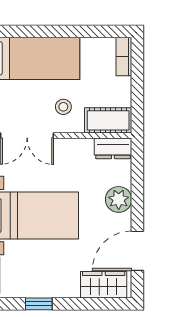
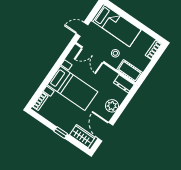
door: (137, 251) -> (105, 132), hinge flipped
window: (39, 304) -> (61, 133), moved

